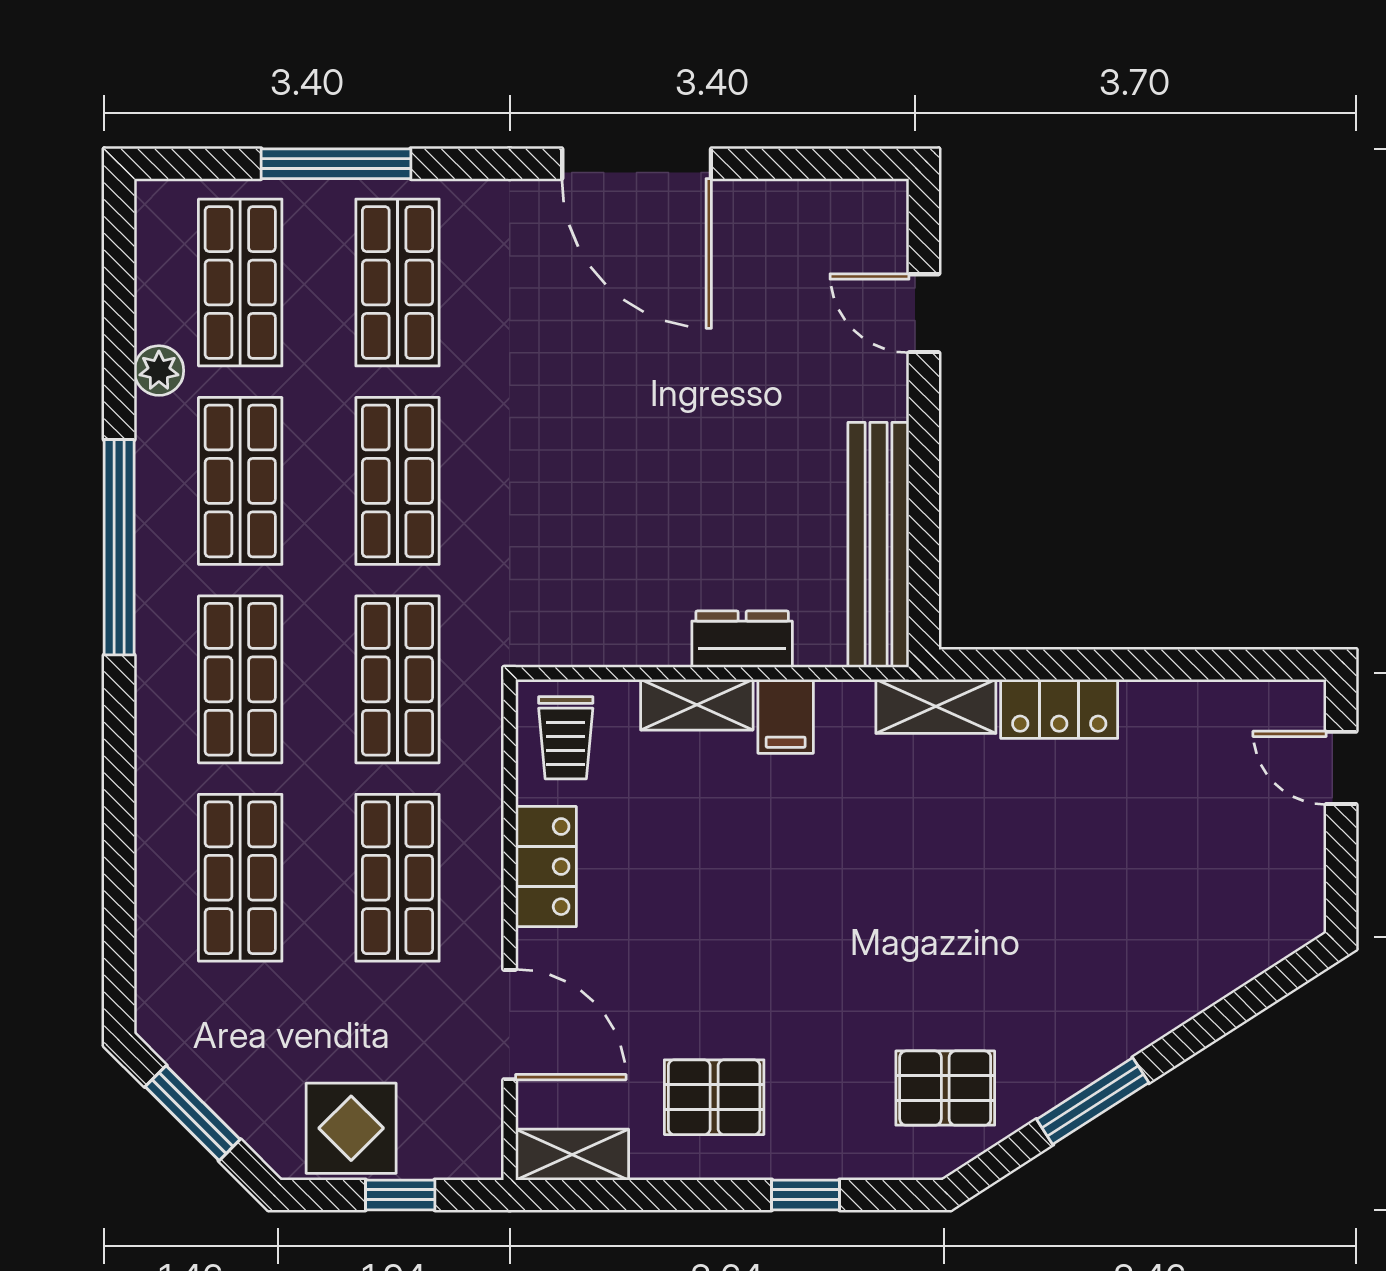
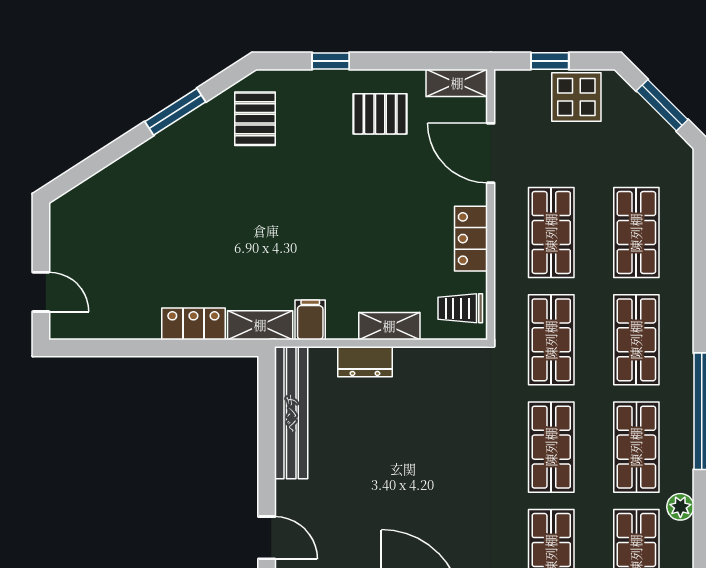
filing cabinet: (786, 716) -> (310, 320), moved
trolley: (566, 738) -> (460, 308), turned -90
pallet: (945, 1088) -> (255, 119), turned 90

